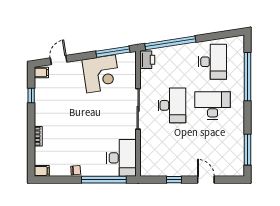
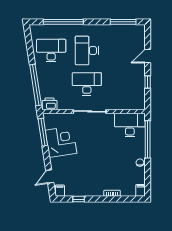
door: (59, 60) -> (50, 177), hinge flipped

